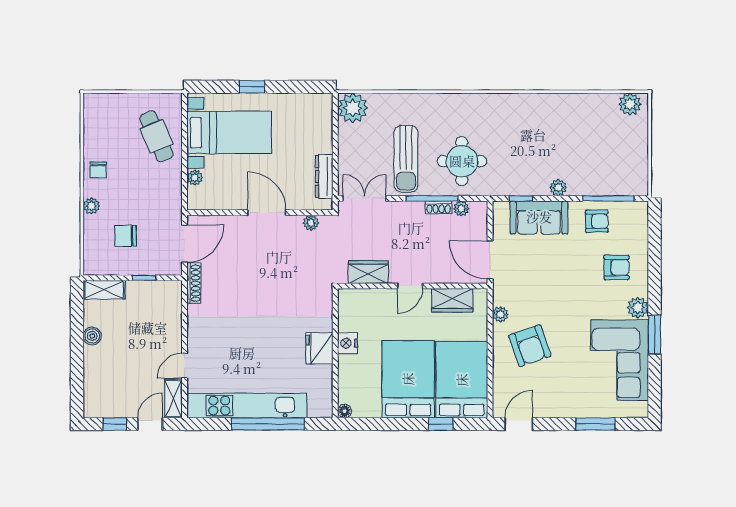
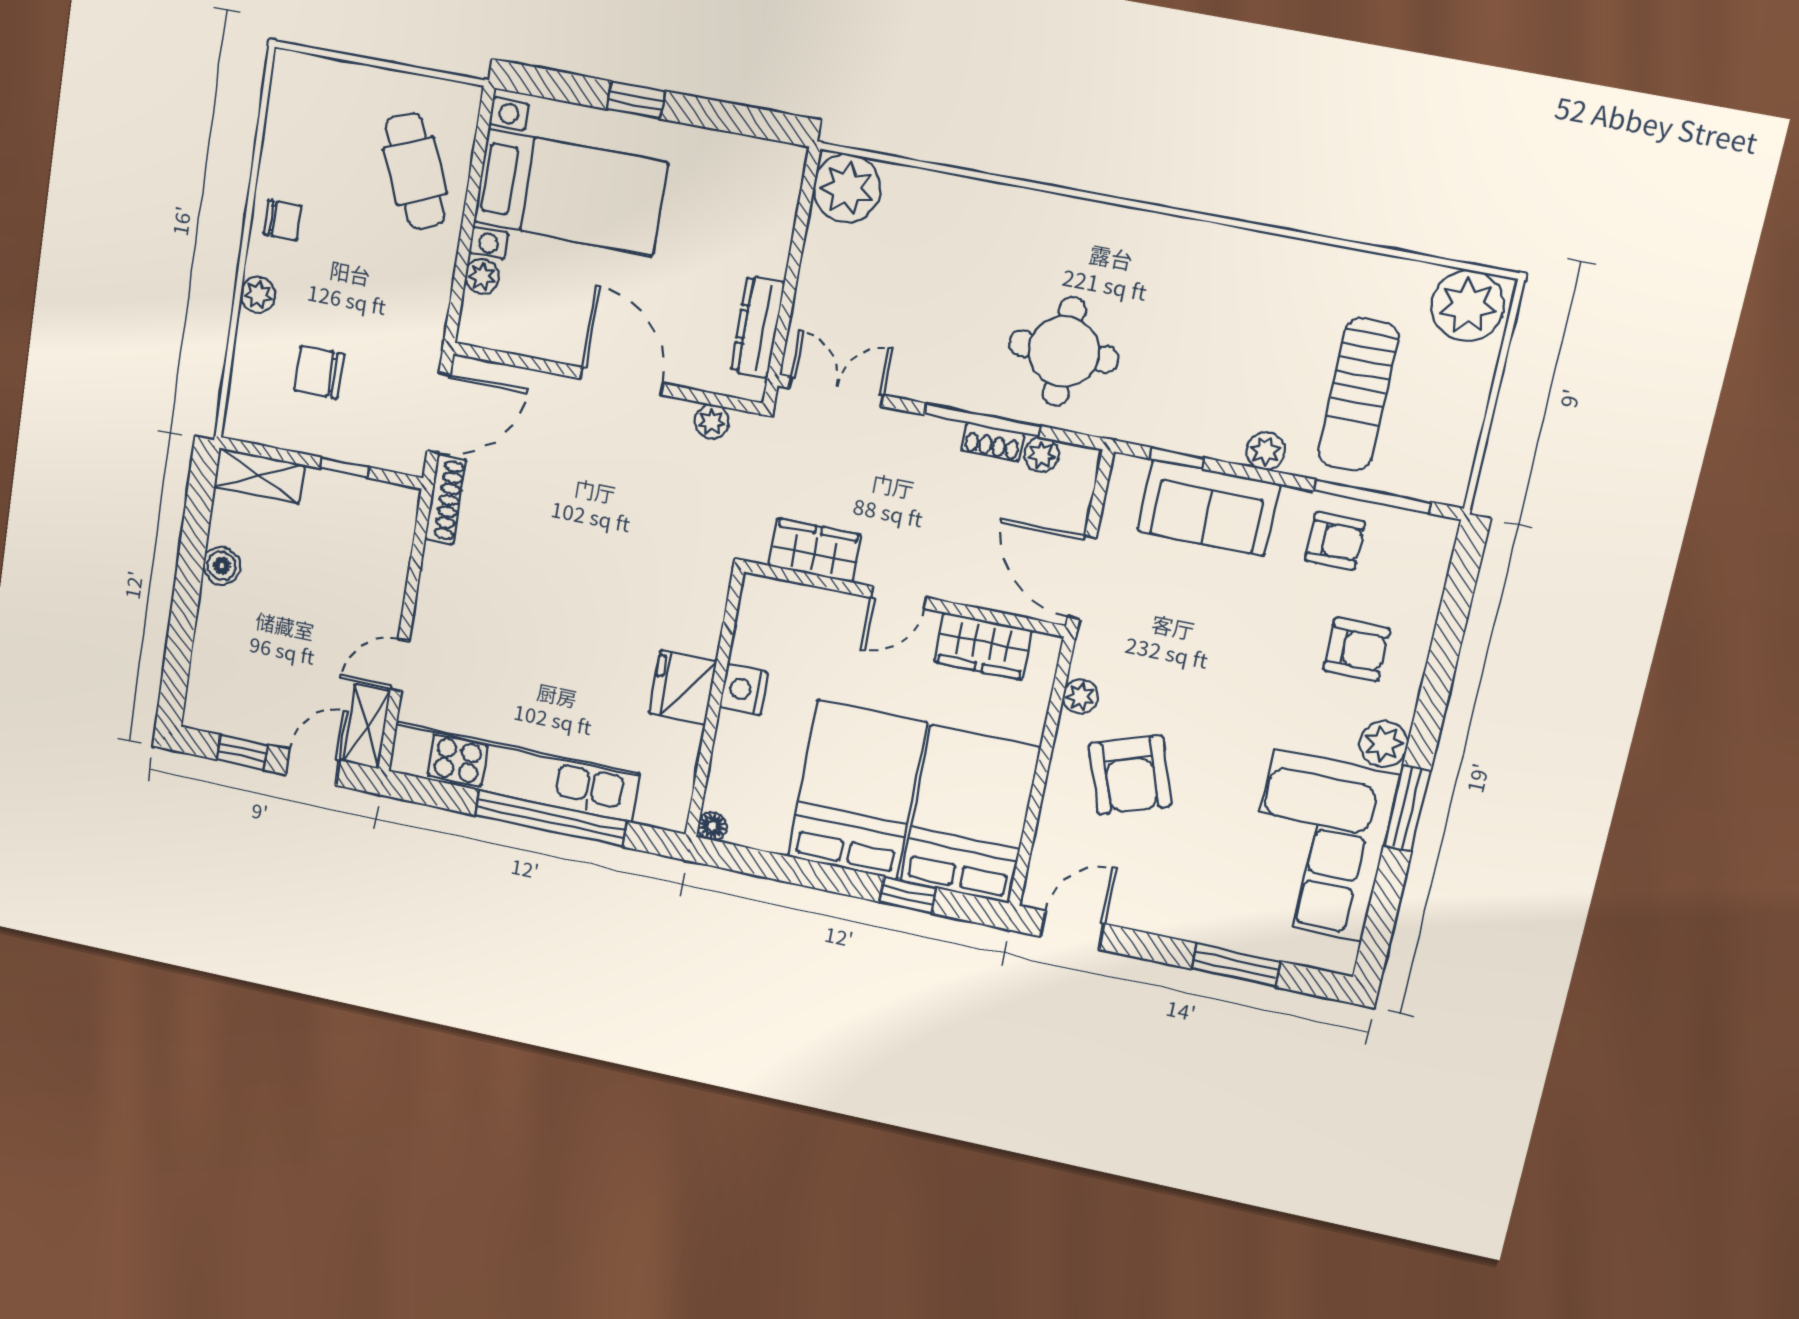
plant: (630, 104) -> (1468, 306), width x1.36, depth x1.36
sun lounger: (406, 159) -> (1358, 395), moved
chair: (98, 170) -> (283, 220), turned -90

